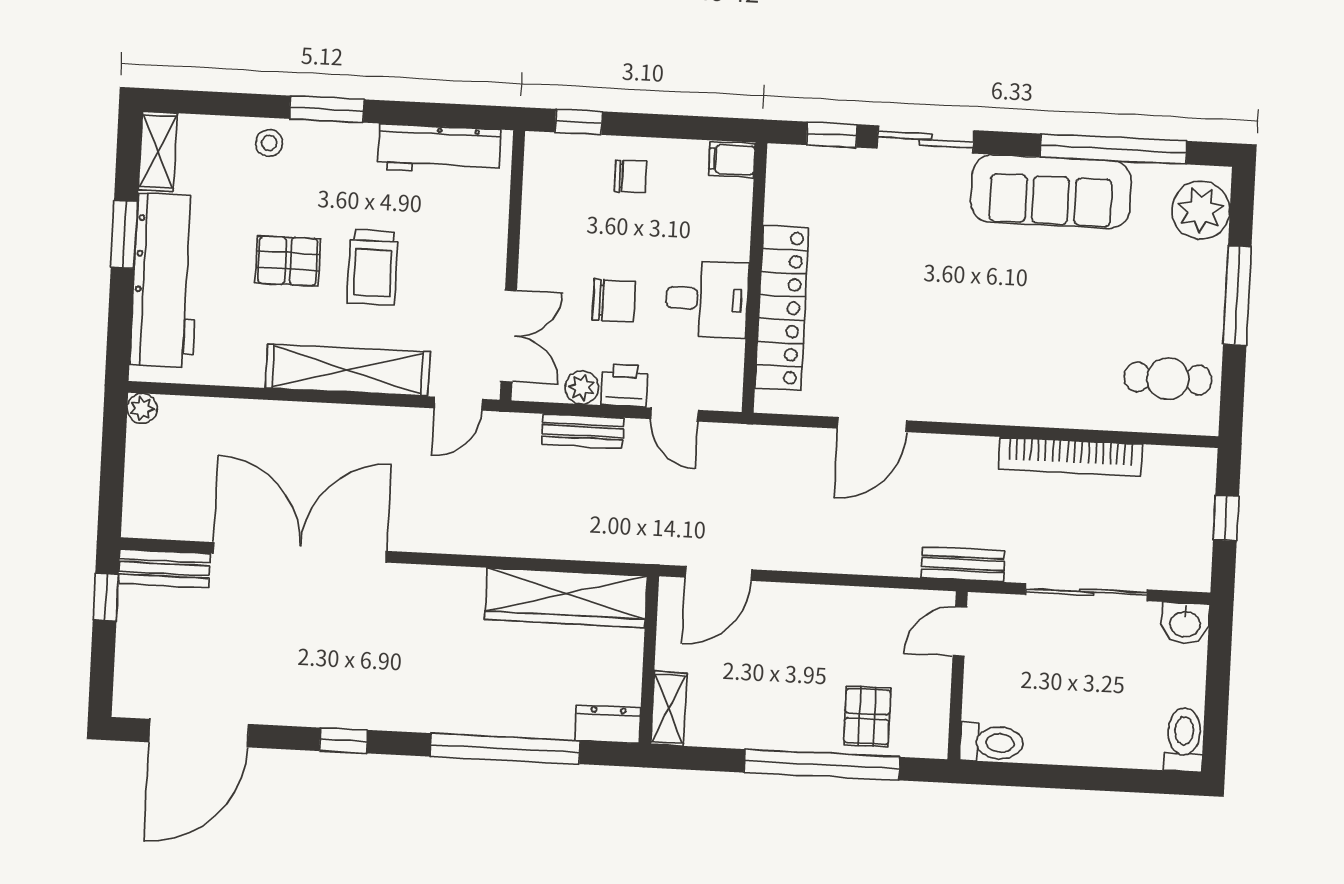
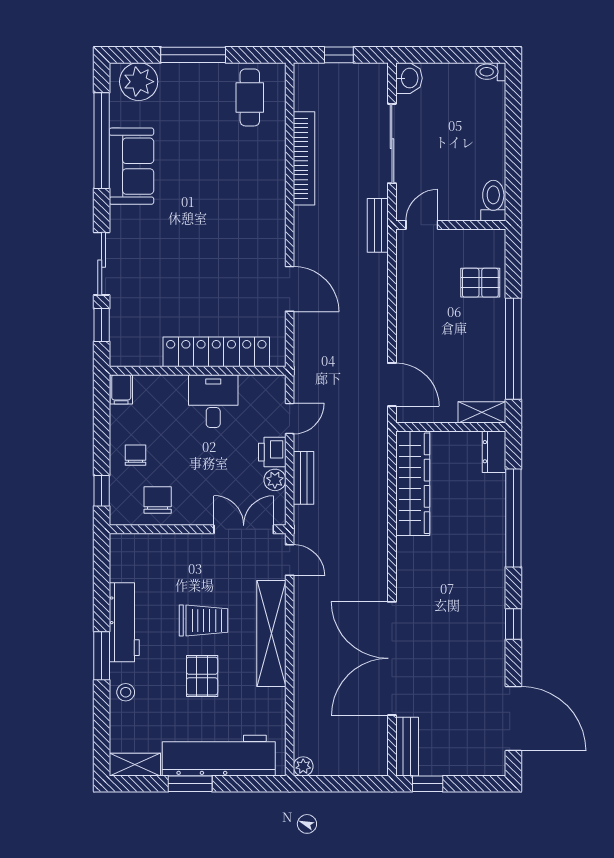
workbench: (439, 149) -> (124, 622), moved
sofa: (1051, 191) -> (131, 166), width x0.73
chair: (614, 301) -> (158, 500), moved
door: (960, 632) -> (422, 225), swing flipped
toilet: (1184, 740) -> (491, 72), width x0.73, depth x0.72
window: (822, 765) -> (513, 349), moved

